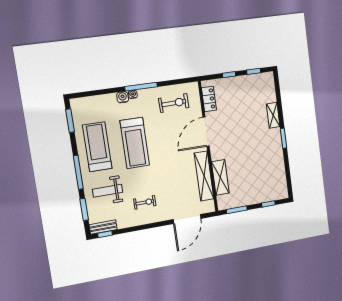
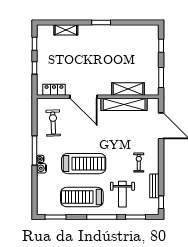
shelving: (273, 115) -> (66, 30), moved
bench: (103, 227) -> (154, 186), moved

